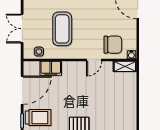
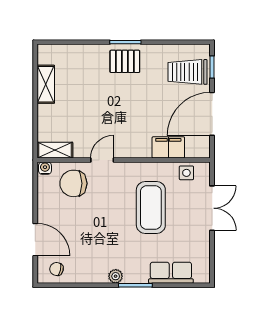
shelving: (131, 110) -> (46, 84), added

